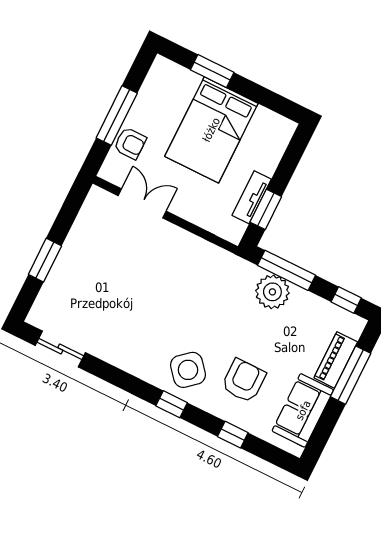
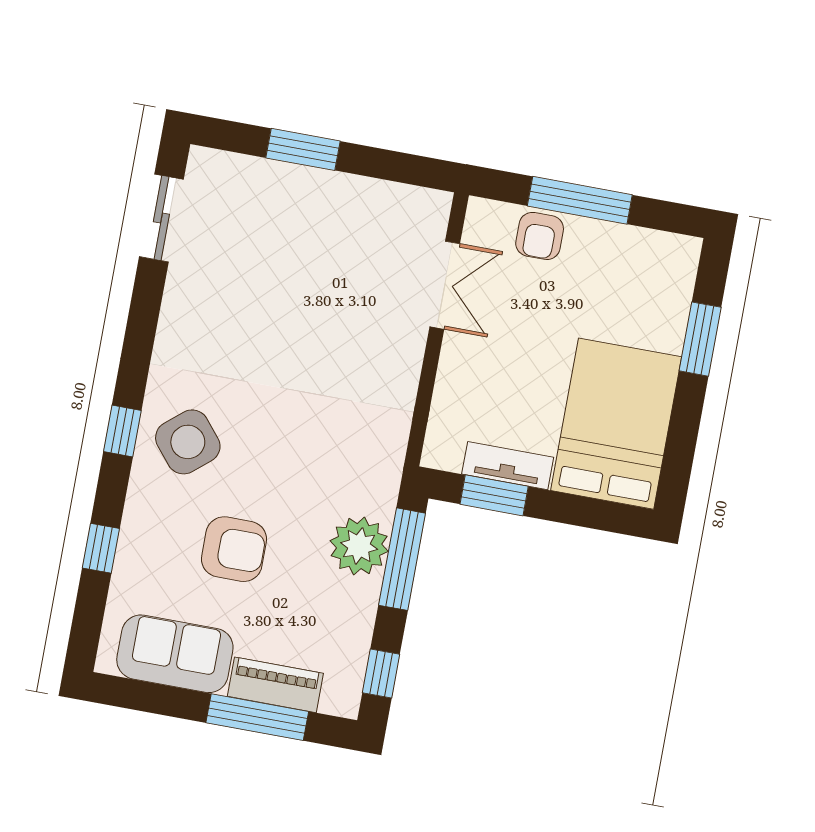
bed: (211, 130) -> (616, 424), moved, turned 90
armchair: (244, 381) -> (234, 549), moved

